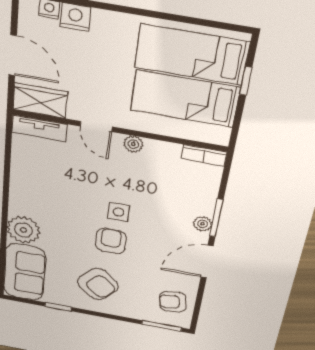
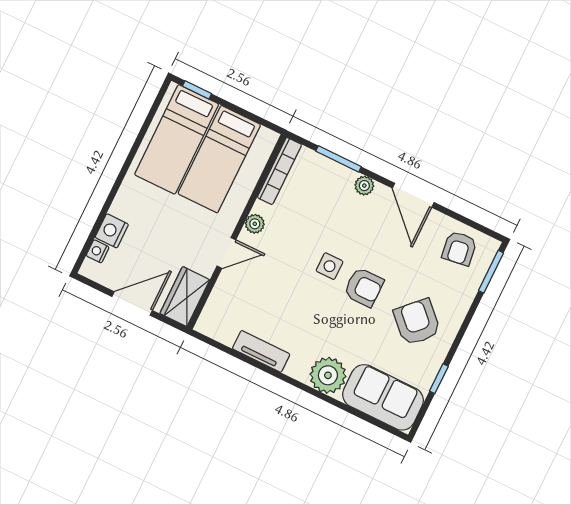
window: (246, 81) -> (197, 90), moved
tv unit: (39, 128) -> (261, 351), moved, turned -90
bookcase: (204, 156) -> (279, 171), width x1.56
window: (216, 218) -> (338, 159), moved
armchair: (111, 241) -> (364, 287), turned 180
armchair: (98, 284) -> (417, 322), turned -86

